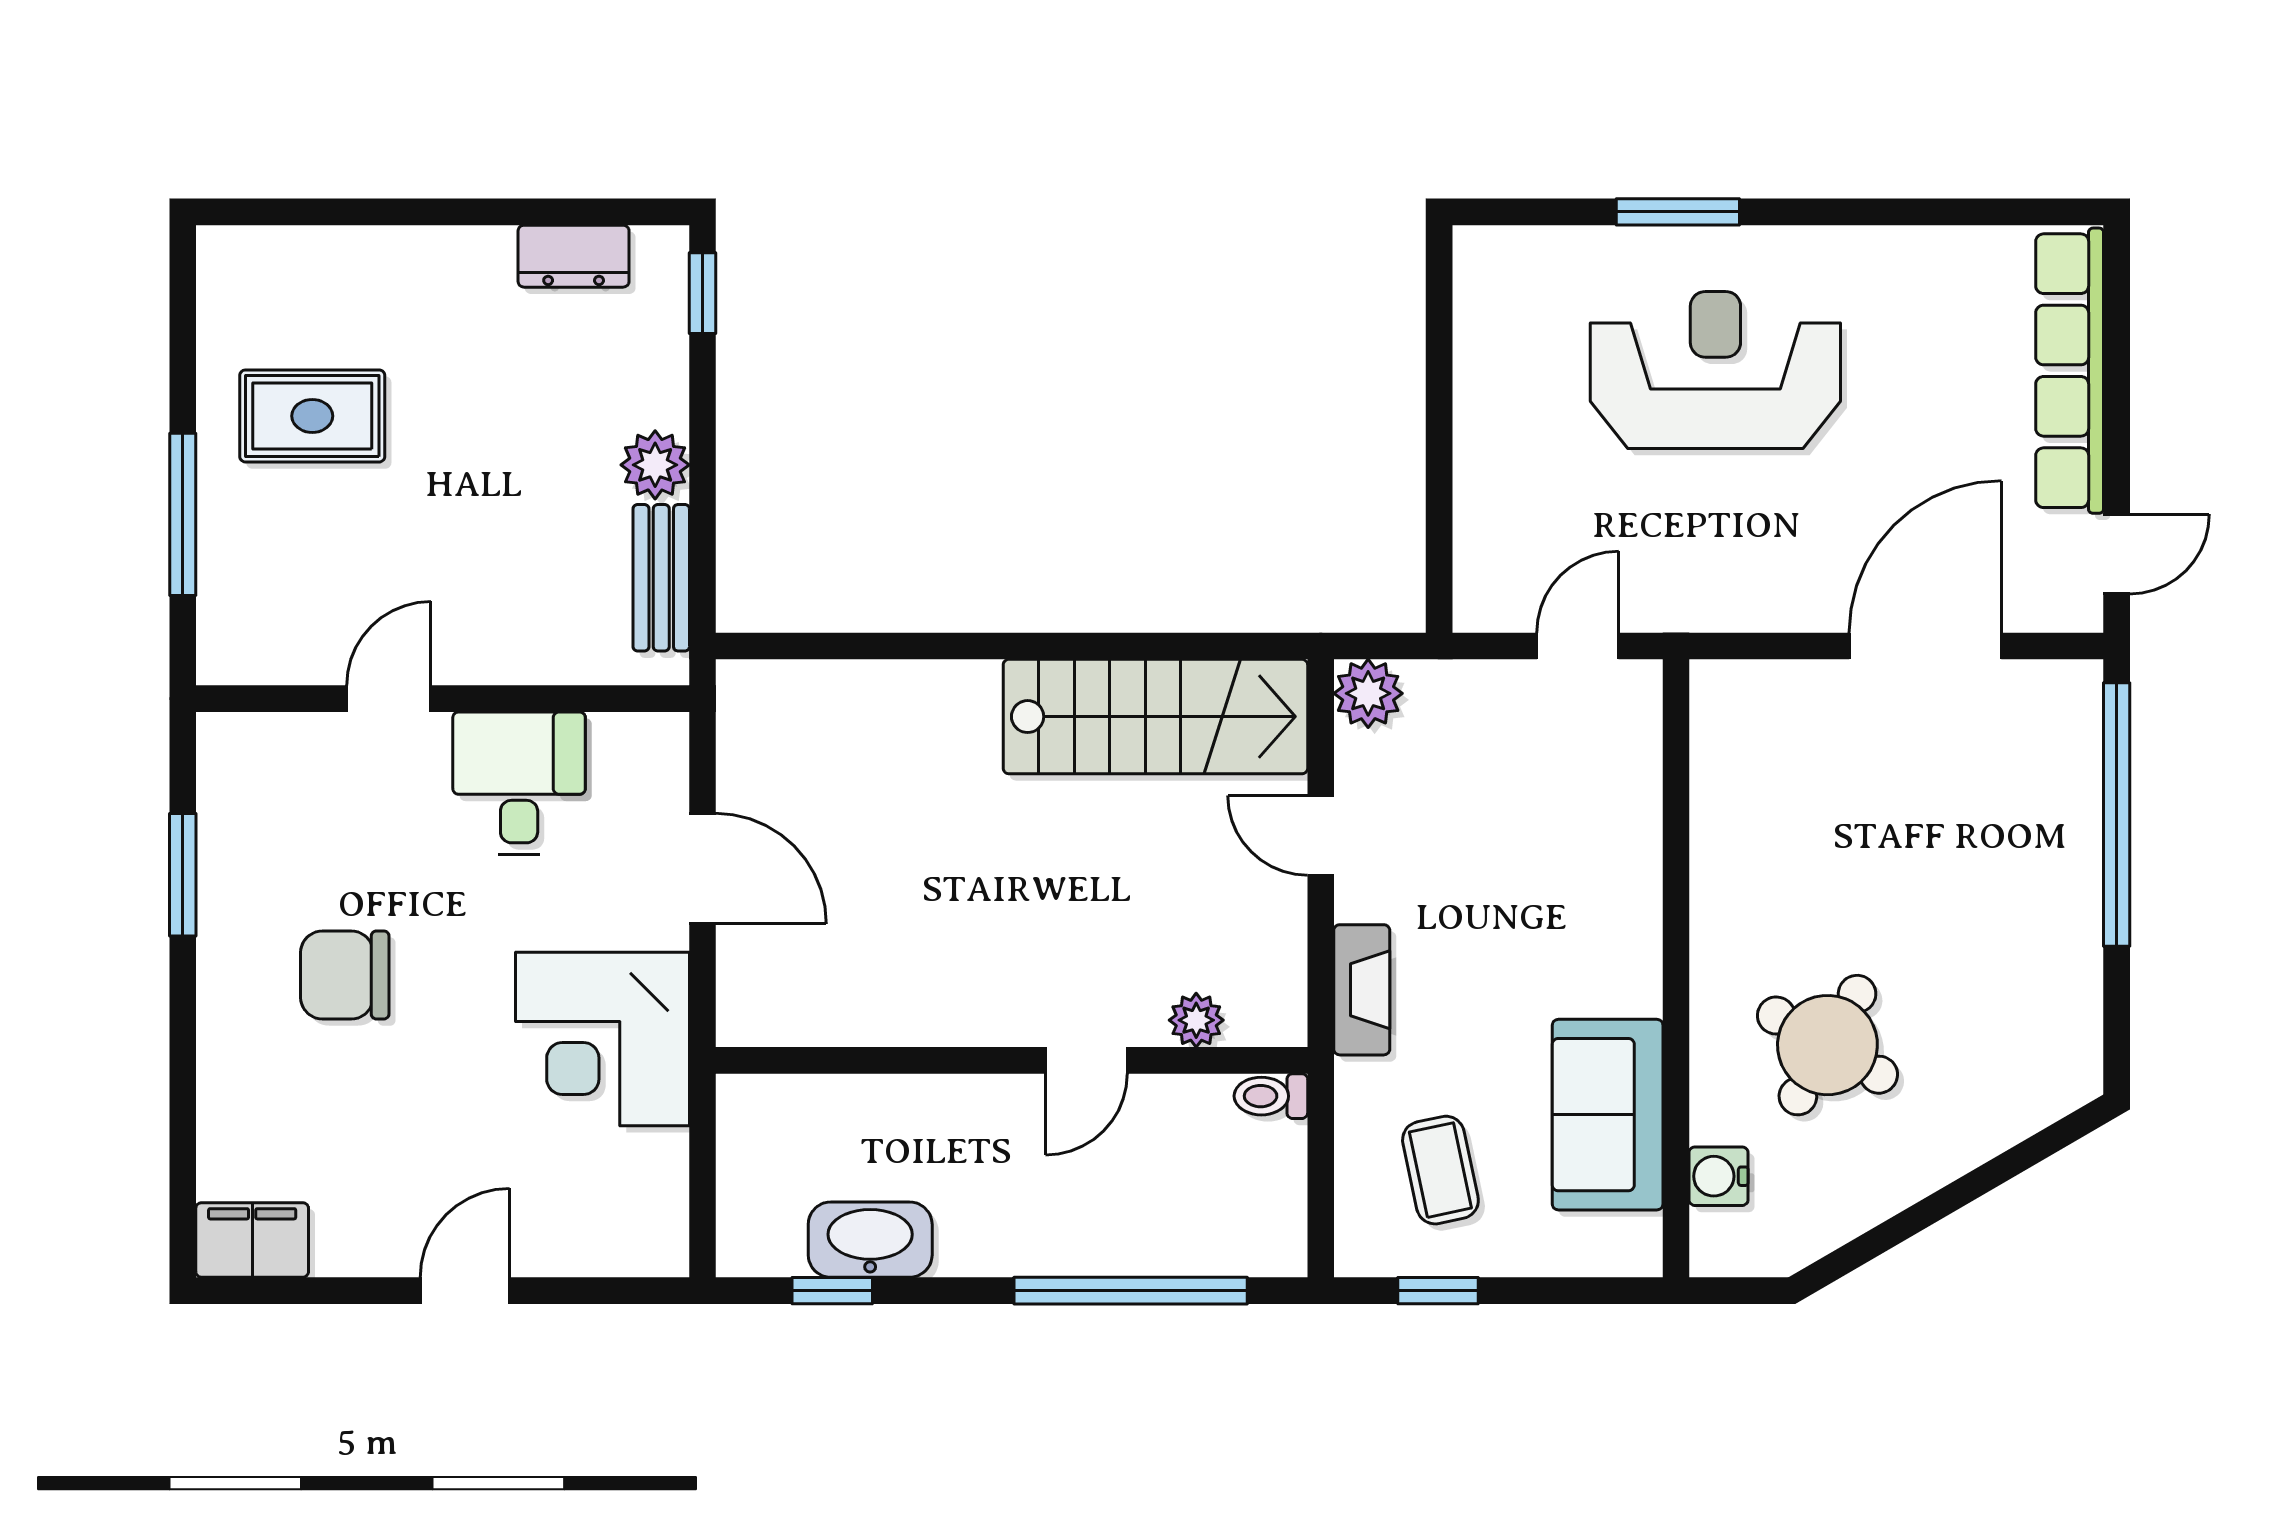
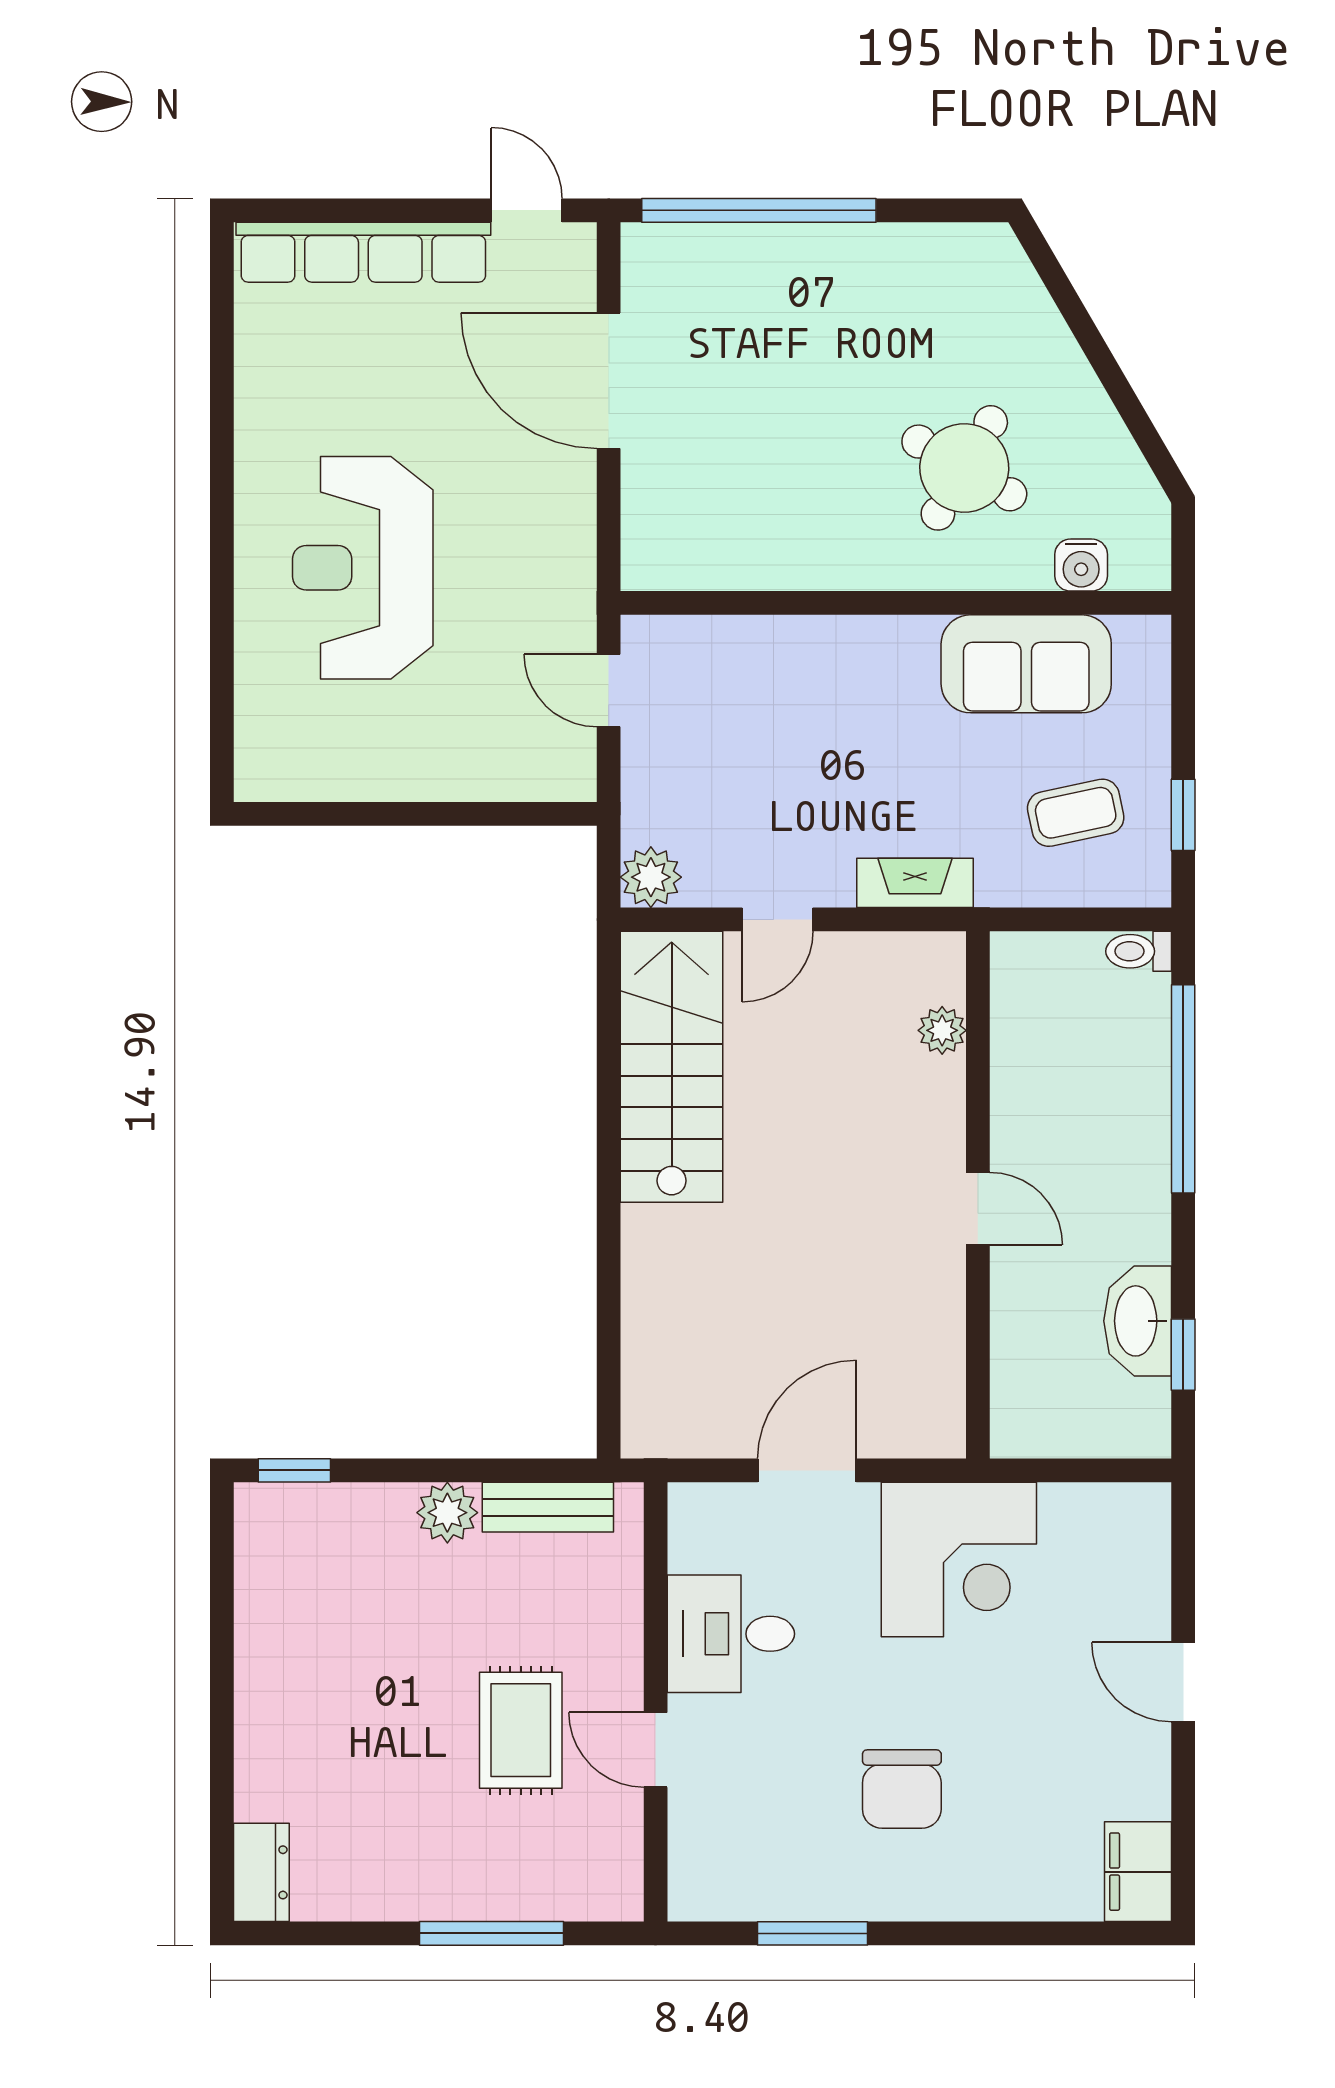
window: (1678, 212) -> (222, 601), removed
dresser: (574, 256) -> (261, 1872), moved
rug: (312, 416) -> (521, 1730), moved
door: (1086, 1060) -> (978, 1209), moved
toilet: (1271, 1096) -> (1139, 951), moved, turned 90

